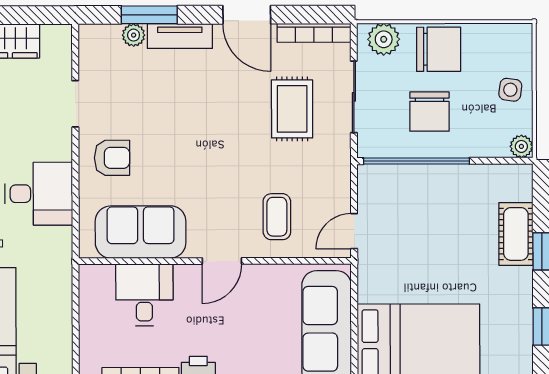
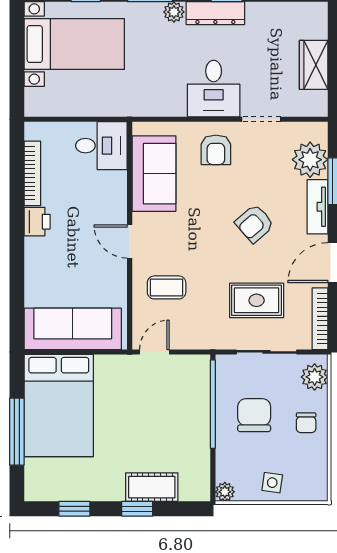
plant: (134, 35) -> (310, 160), width x1.87, depth x1.87
chair: (439, 49) -> (306, 423), width x0.54, depth x0.54
armchair: (200, 111) -> (255, 224), added
chair: (429, 112) -> (254, 415), turned 90
desk: (39, 194) -> (214, 89), moved
door: (354, 231) -> (154, 352), hinge flipped
desk: (144, 295) -> (101, 146), moved

